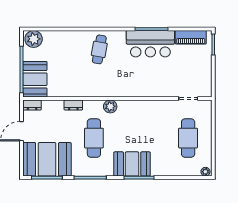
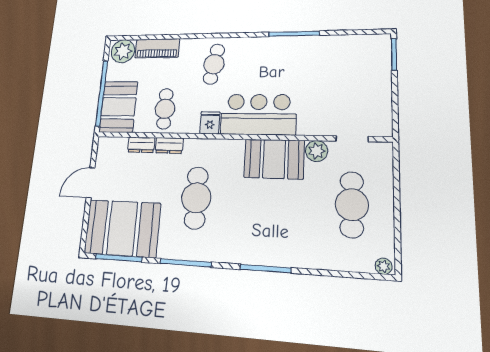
piano: (191, 37) -> (157, 48), moved
bar counter: (150, 44) -> (258, 114), moved, turned 180
cafe table: (68, 80) -> (165, 109), added
fridge: (99, 90) -> (210, 123), added
dresser: (32, 105) -> (141, 145), moved
plant: (110, 106) -> (317, 151), moved
booth: (132, 164) -> (274, 159), moved

